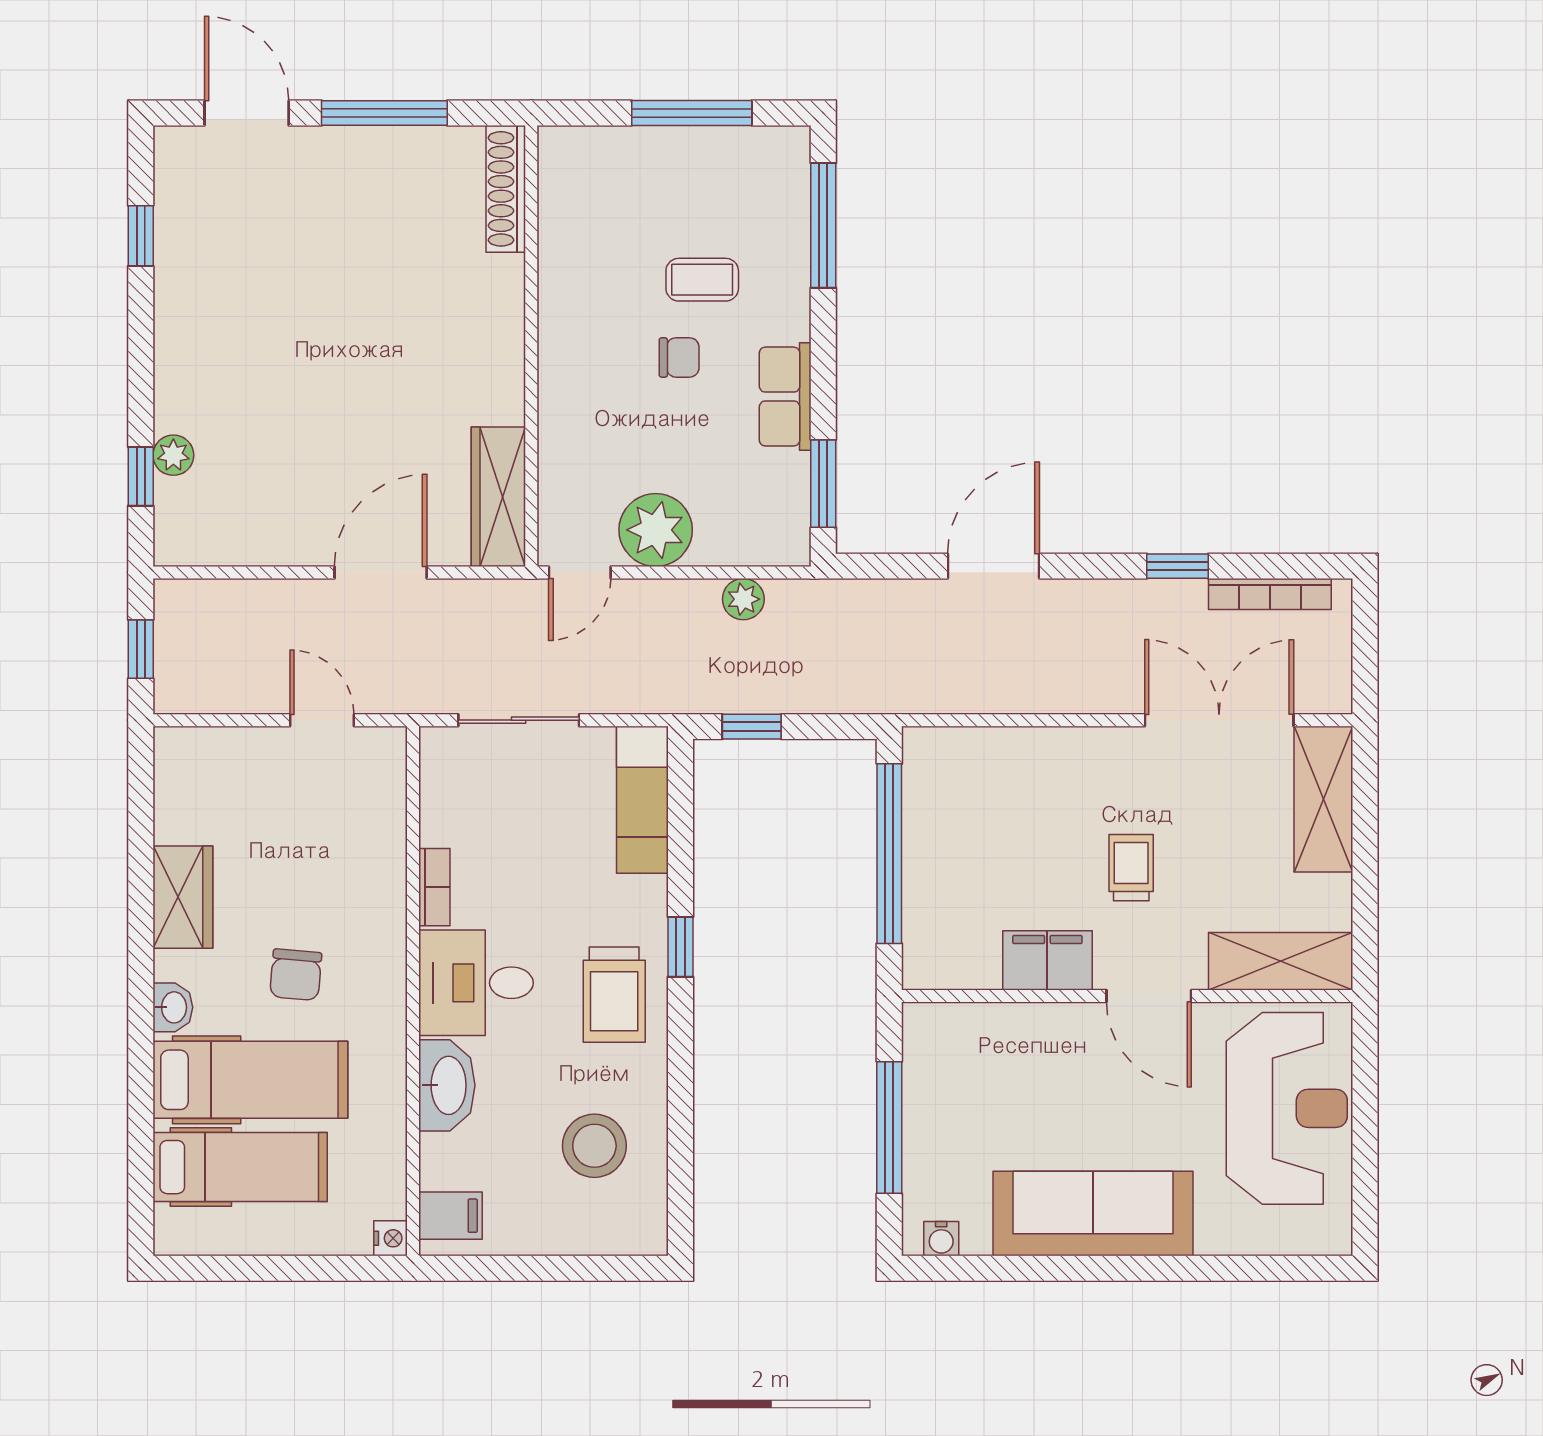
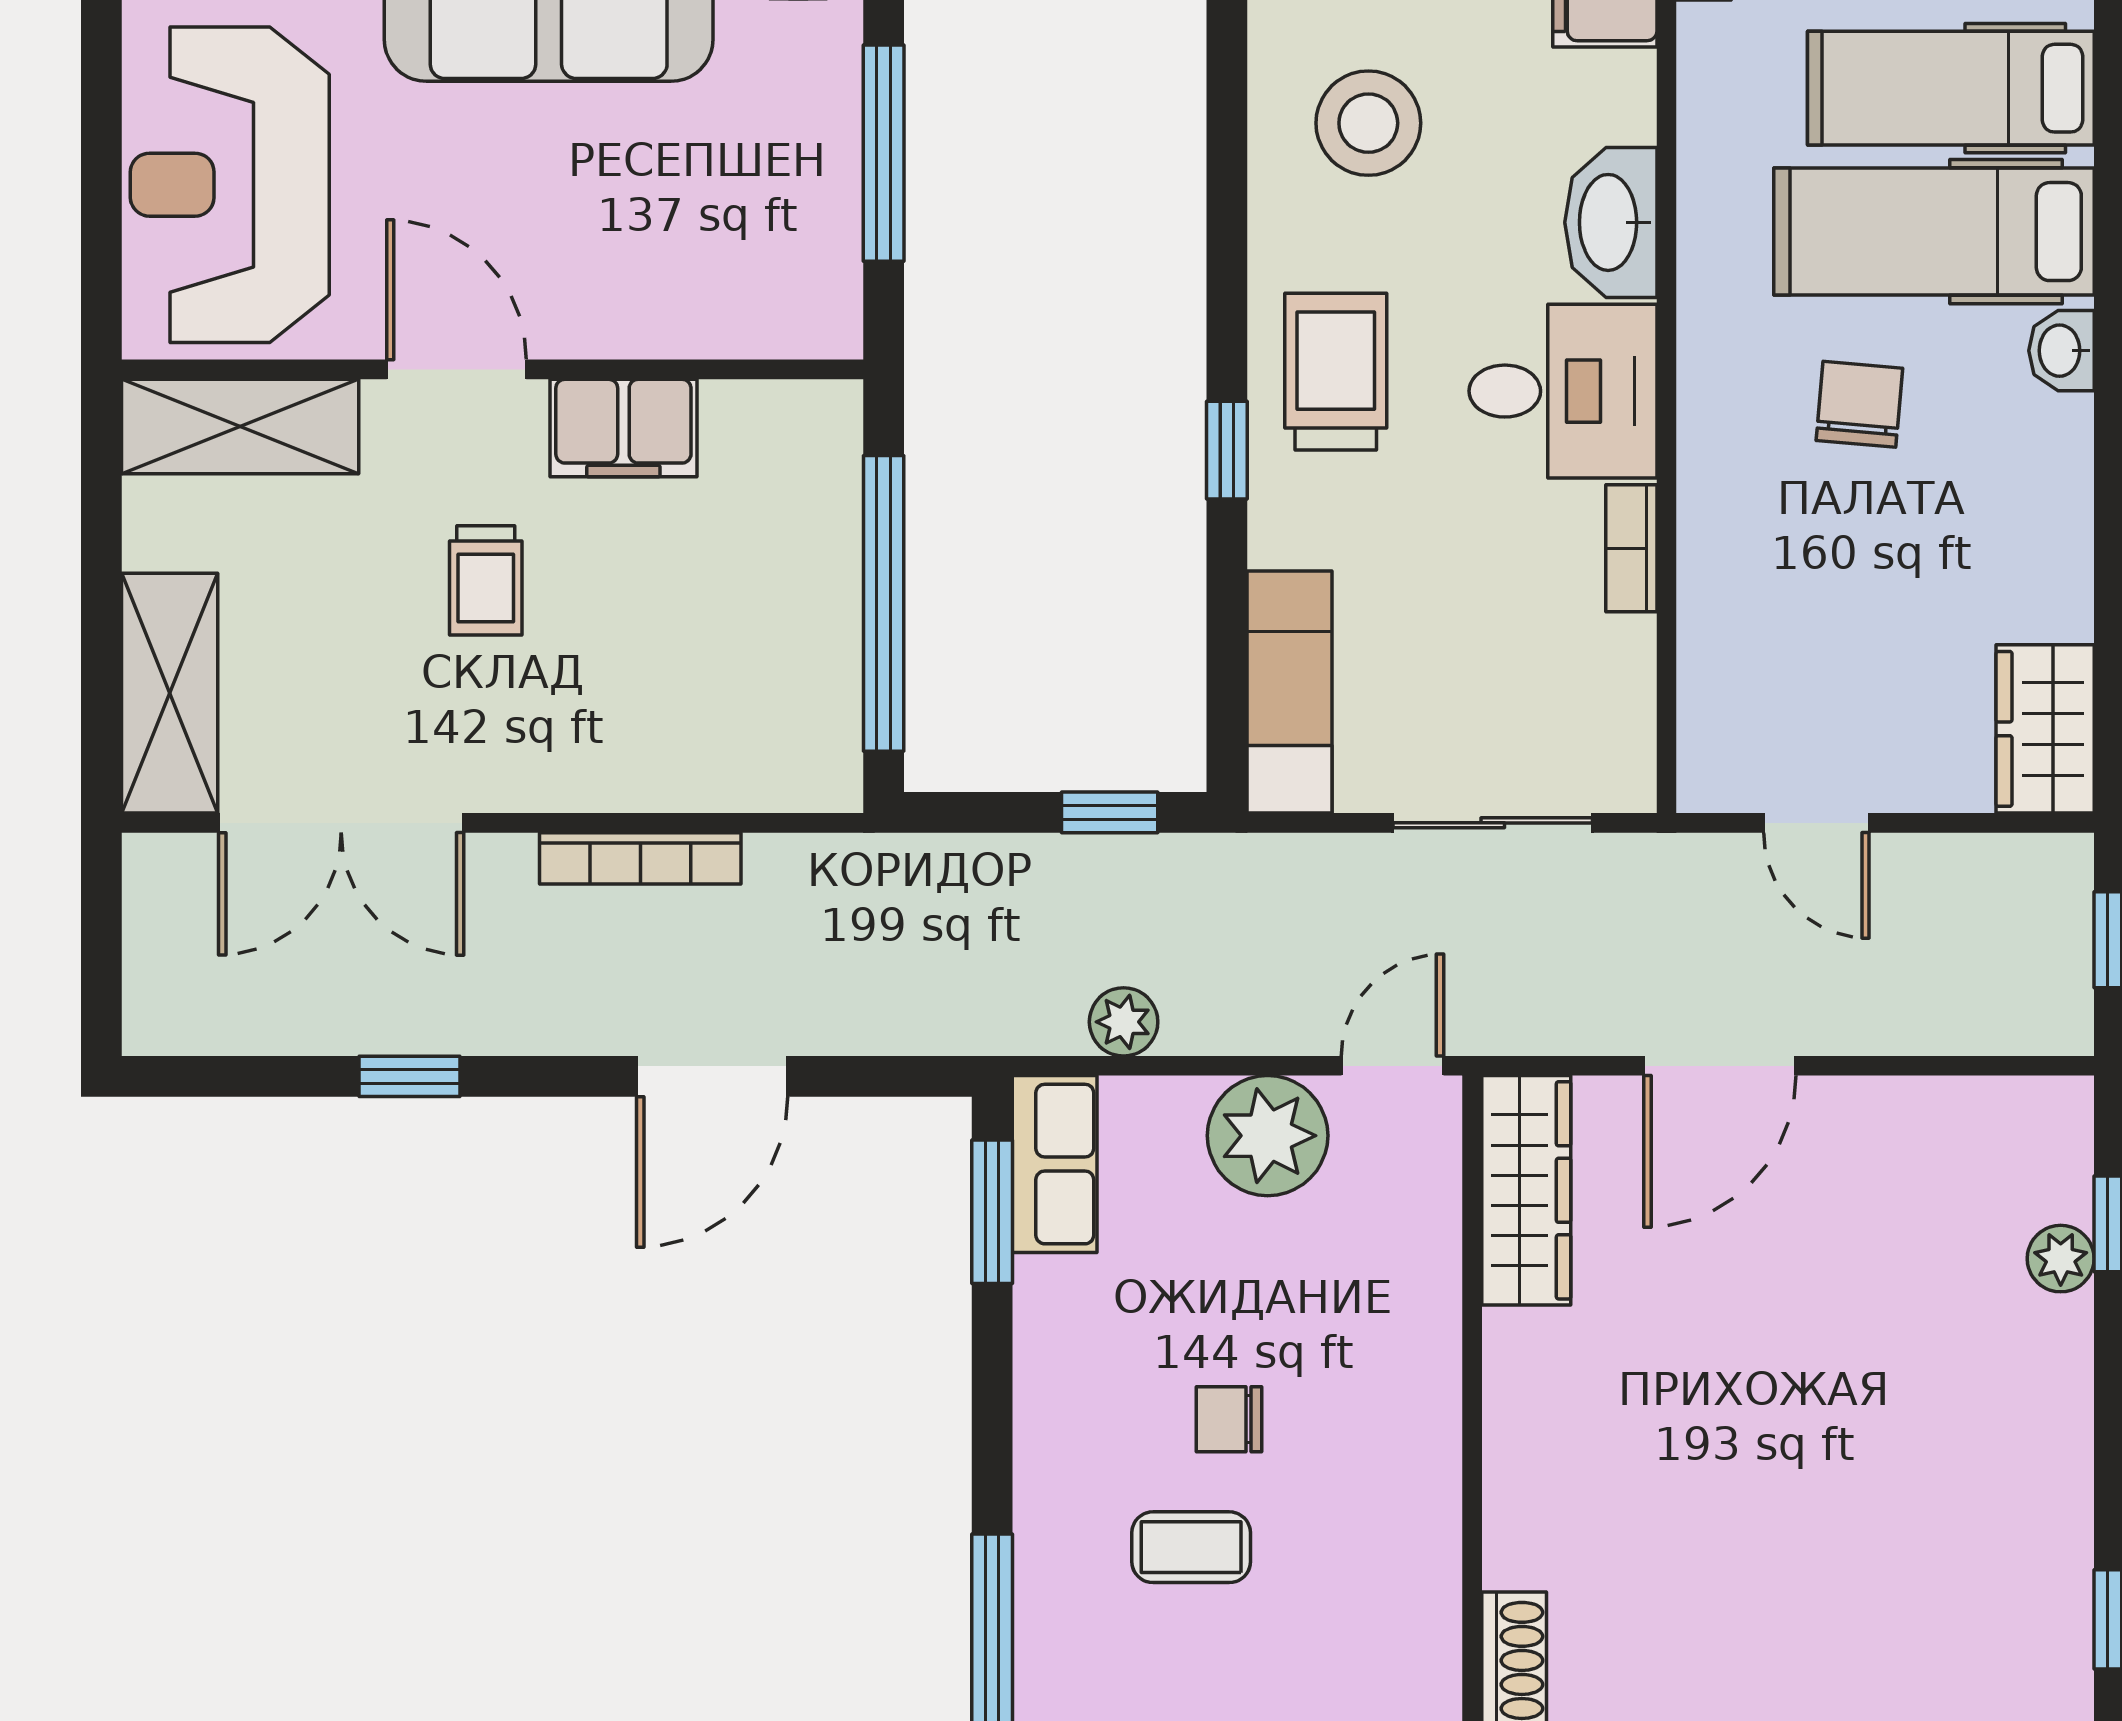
row of seats: (785, 397) -> (1055, 1164), moved
bookcase: (1270, 594) -> (640, 858), moved, turned 180
wardrobe: (183, 897) -> (2045, 729), moved

